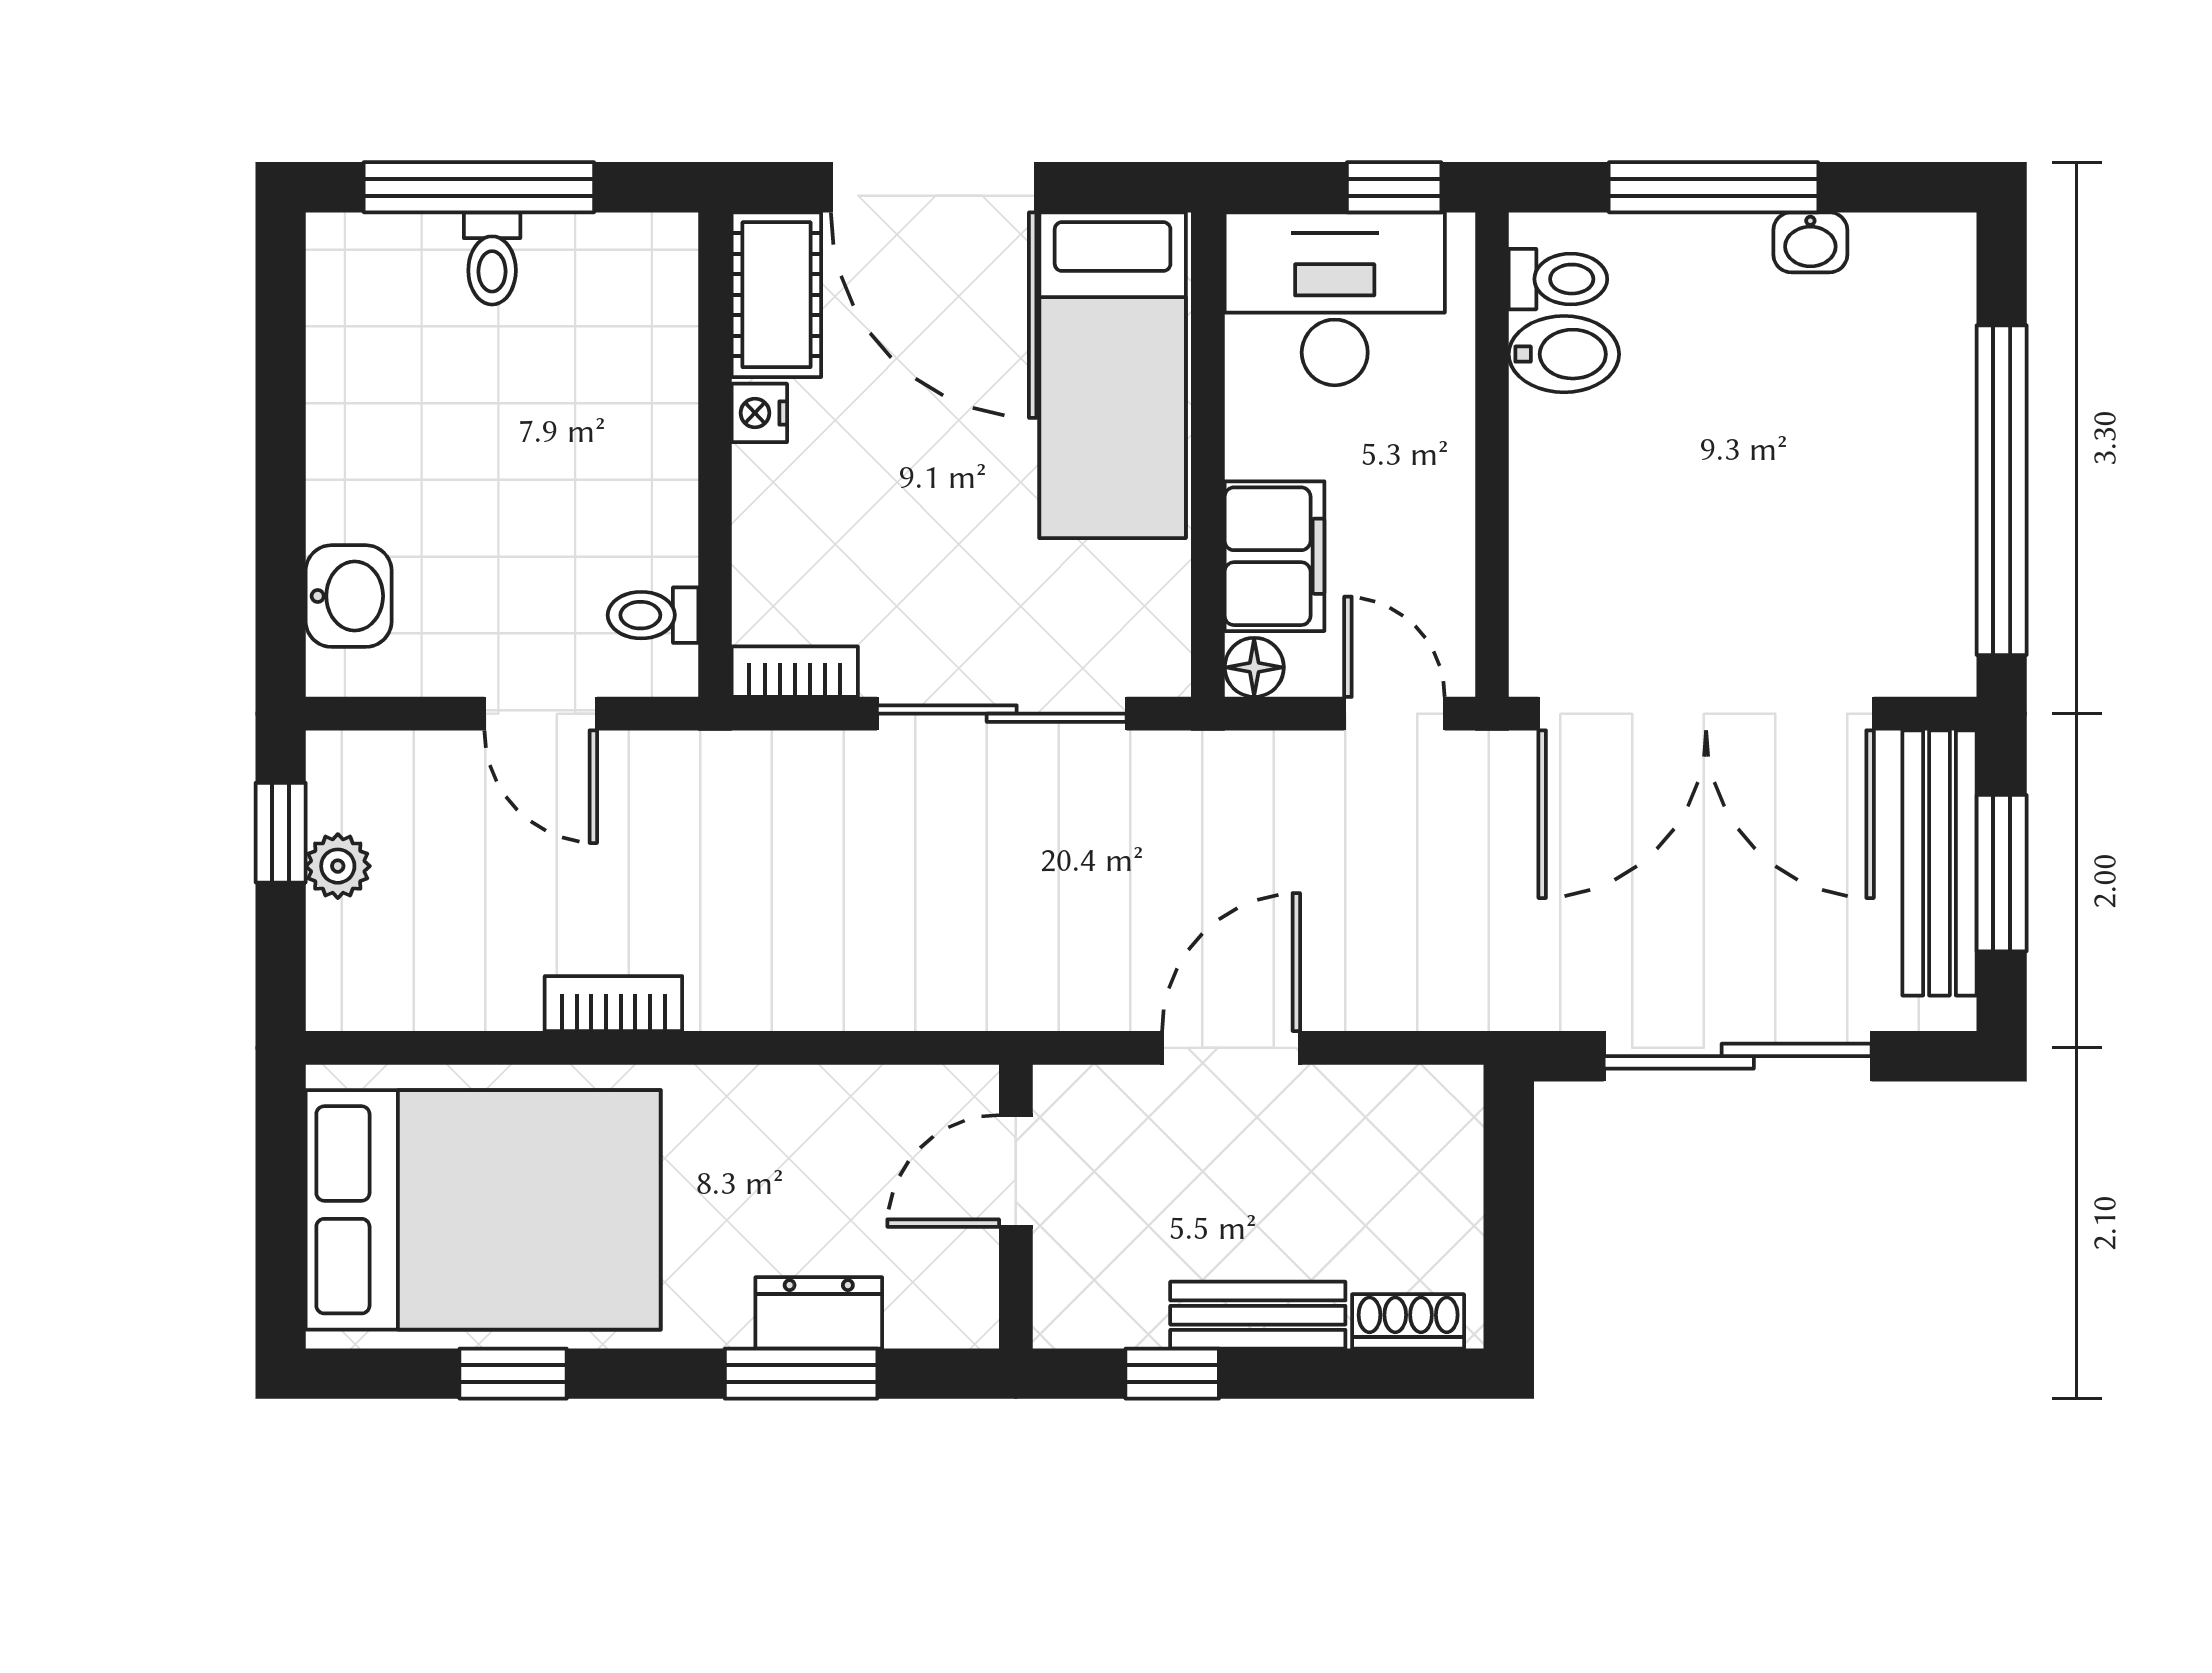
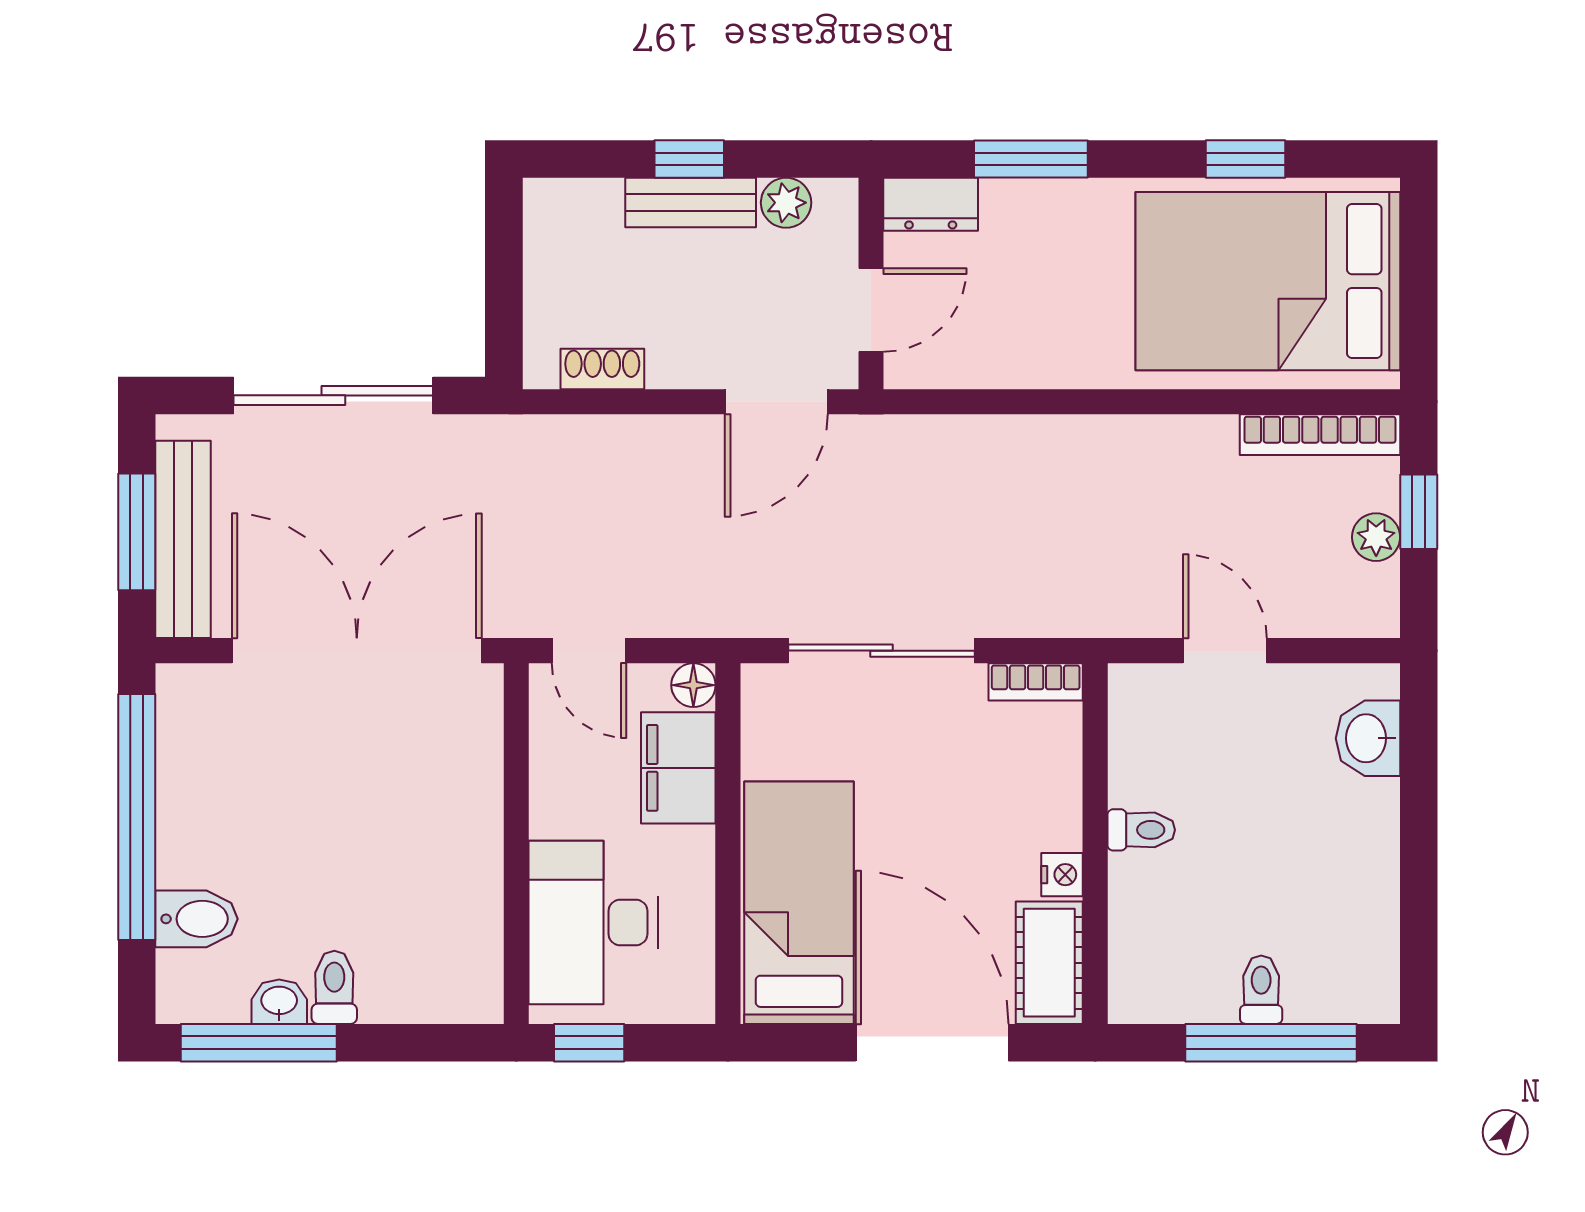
window: (1713, 187) -> (259, 1043), moved
toilet: (1558, 279) -> (334, 987), moved, turned 90
desk: (1335, 299) -> (593, 923), moved, turned 90
bidet: (1564, 354) -> (196, 919), moved, turned 180
toilet: (653, 615) -> (1141, 830), moved
window: (281, 833) -> (1419, 512), moved
bookcase: (613, 1004) -> (1320, 435), moved, width x1.56
door: (1231, 1048) -> (776, 402), moved
dresser: (819, 1313) -> (931, 204), moved
plant: (1130, 1315) -> (786, 203), added
shoe rack: (1408, 1321) -> (602, 369), moved, turned 180
window: (1172, 1374) -> (689, 159), moved

